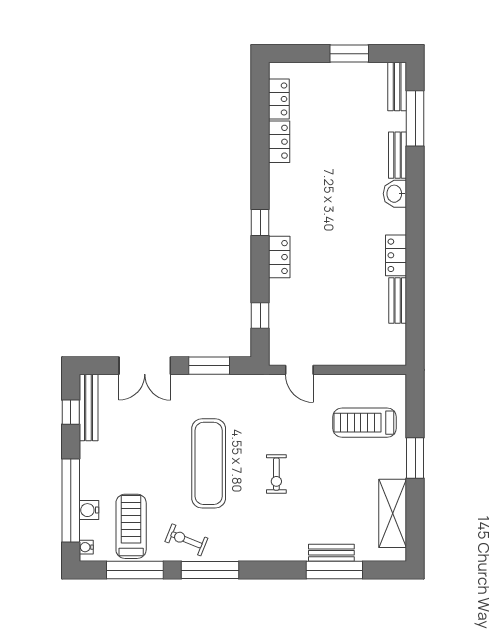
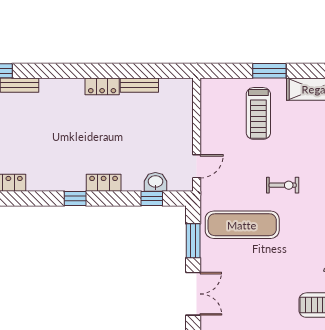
washbasin: (395, 194) -> (155, 182), moved, turned 180
treadmill: (365, 423) -> (258, 113), moved
exercise mat: (209, 463) -> (242, 225), moved

